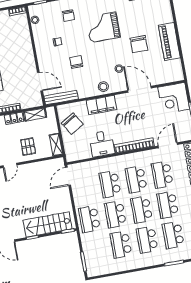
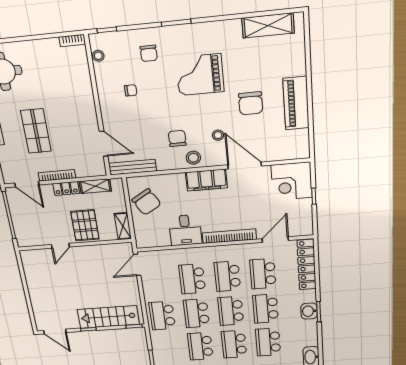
chair: (76, 62) -> (177, 138), moved
filing cabinet: (102, 105) -> (206, 180), moved
pallet: (28, 147) -> (85, 225), width x1.50, depth x1.42

